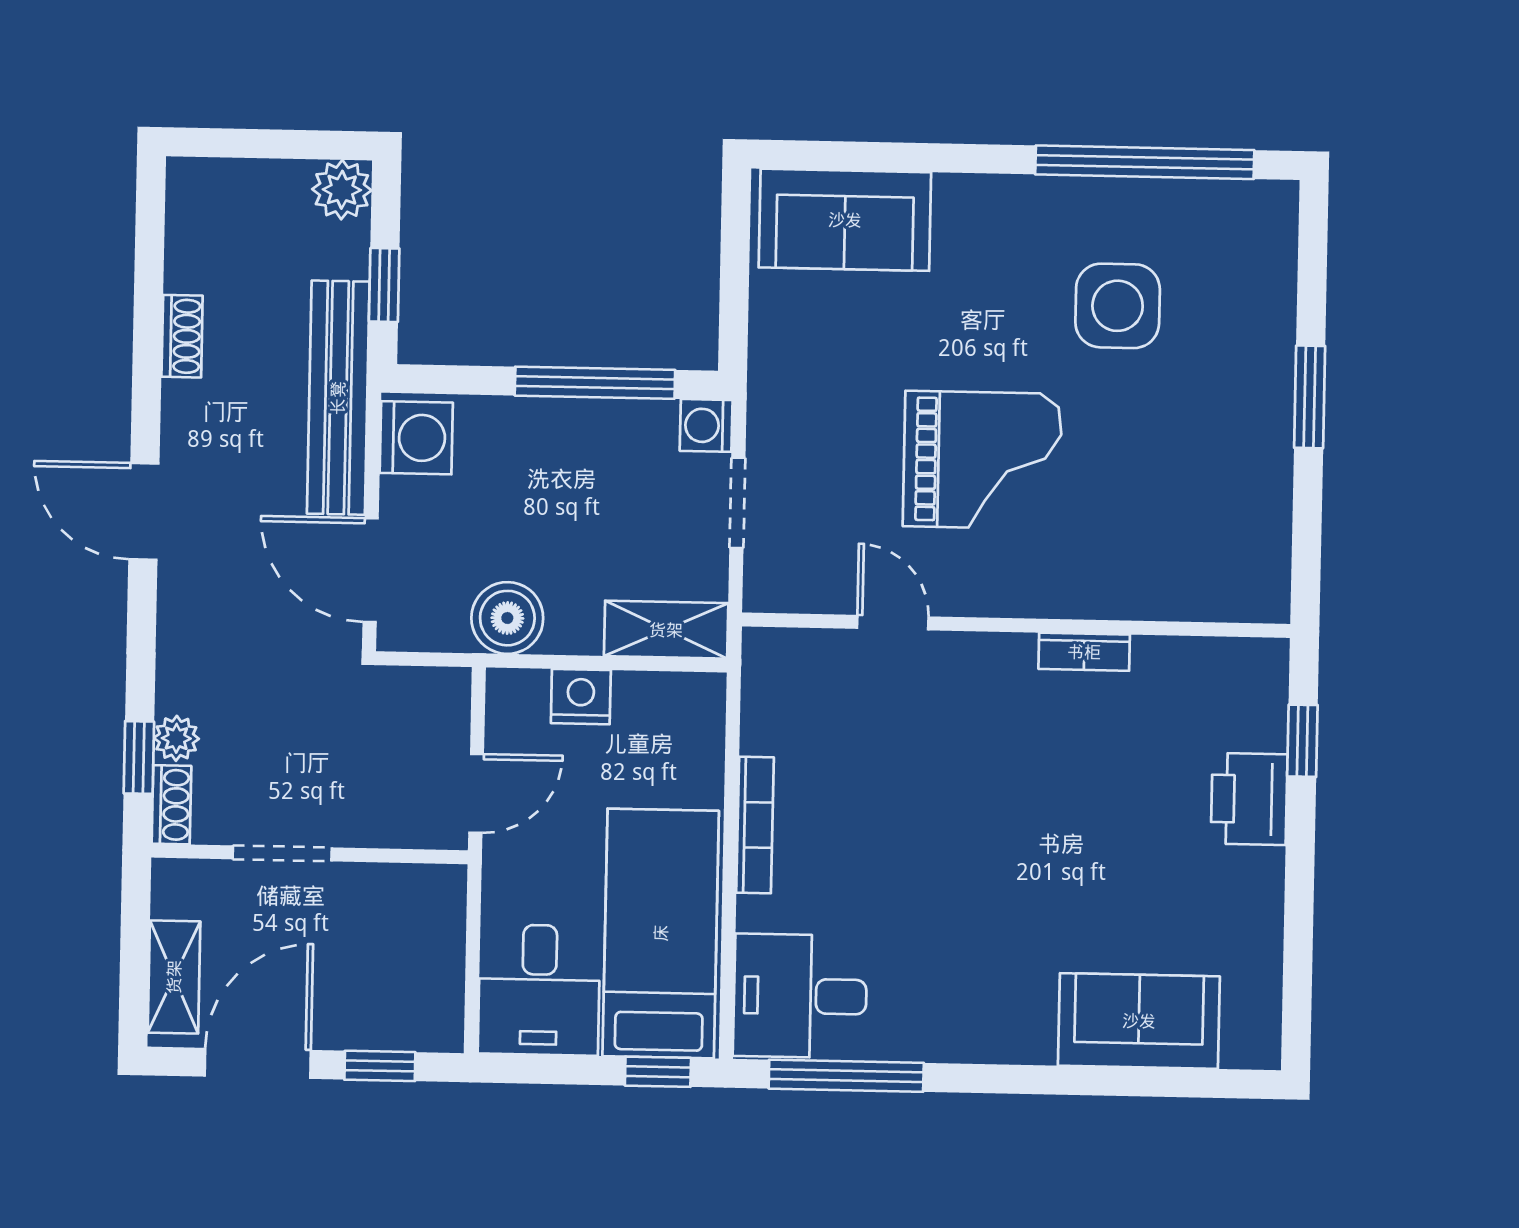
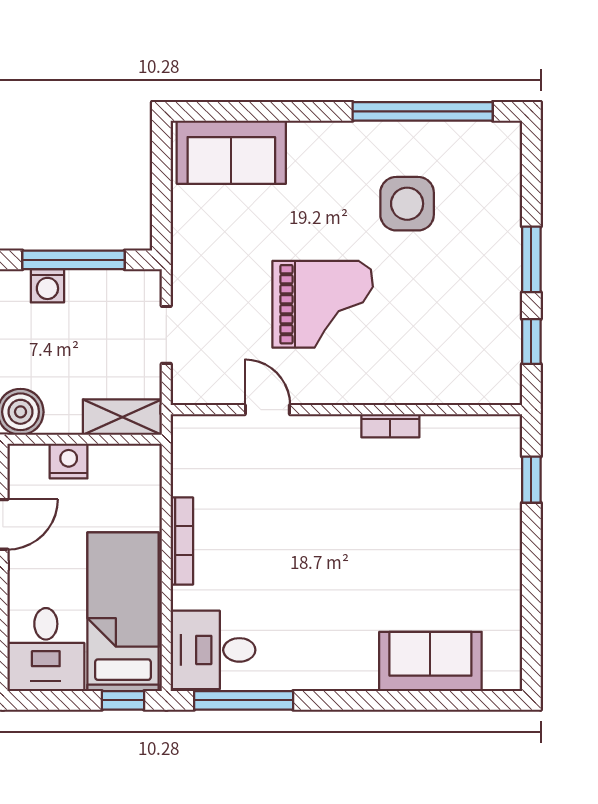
washing machine: (706, 425) -> (47, 286), moved, turned -90
window: (1307, 525) -> (531, 342), added
printer: (1249, 799) -> (498, 518), removed

